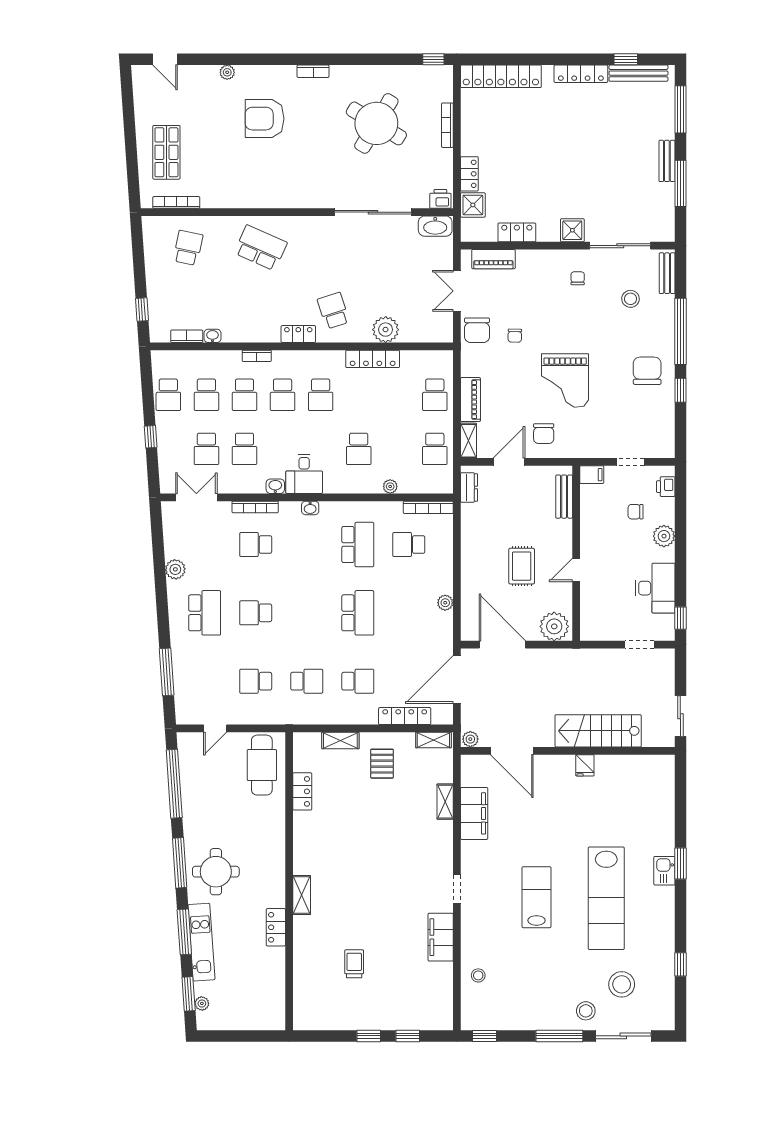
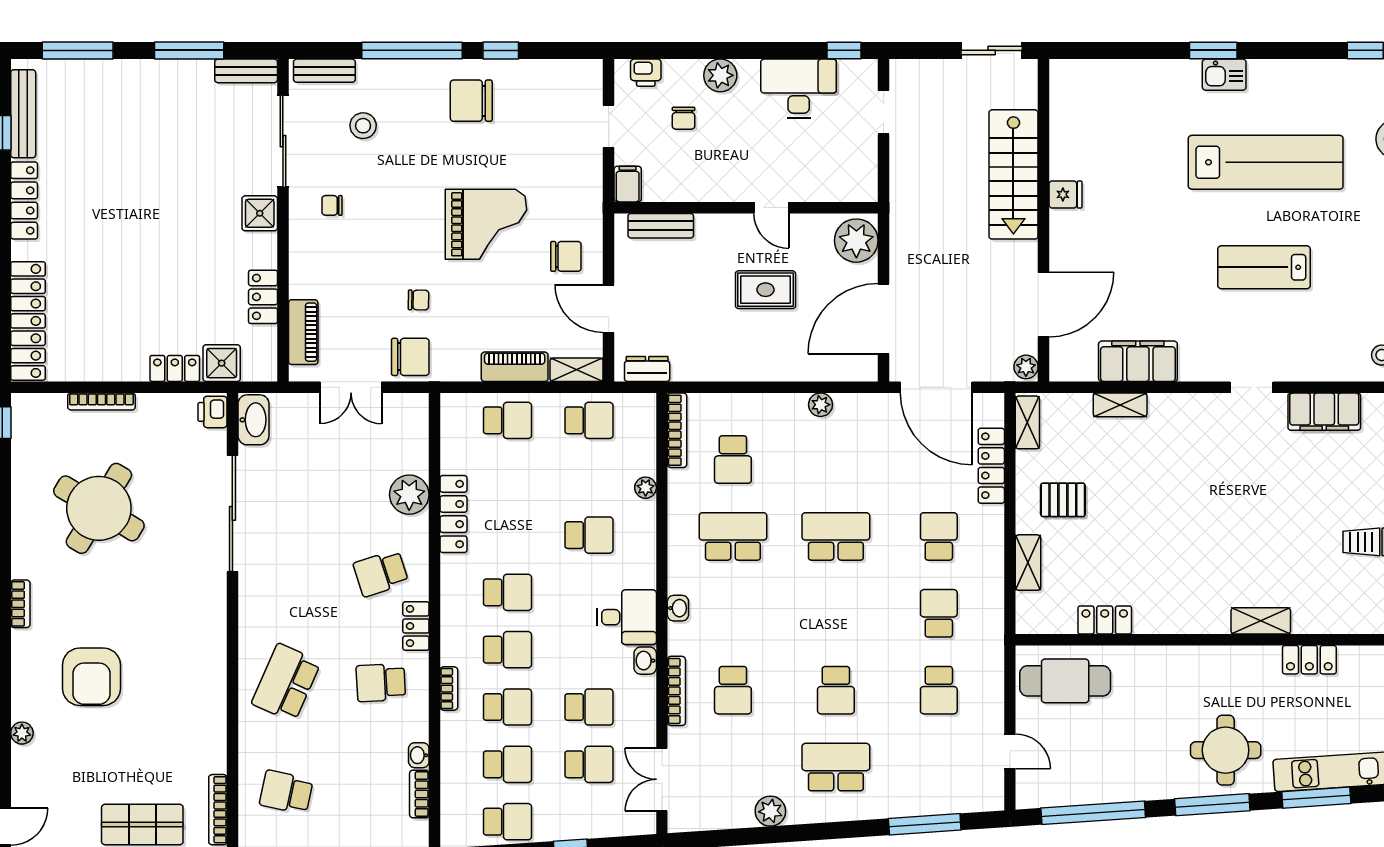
bench: (667, 161) -> (246, 71), moved
school desk: (261, 311) -> (381, 683), added

